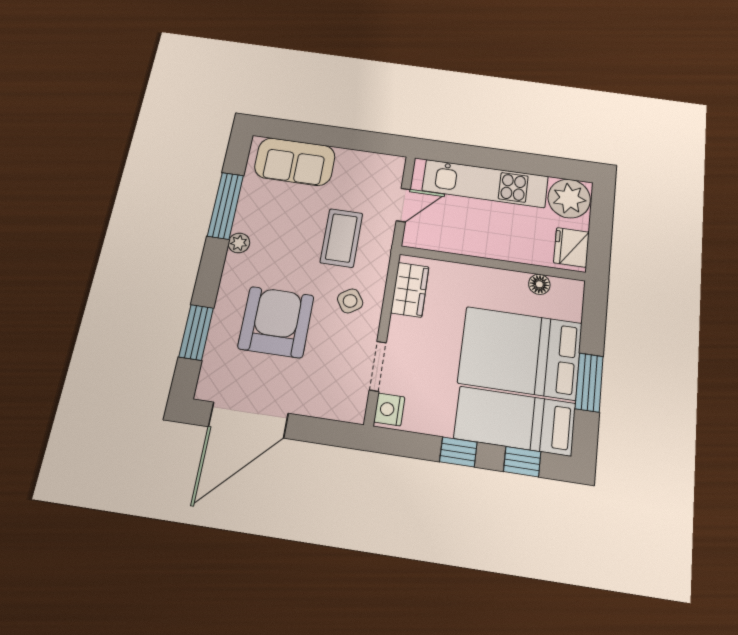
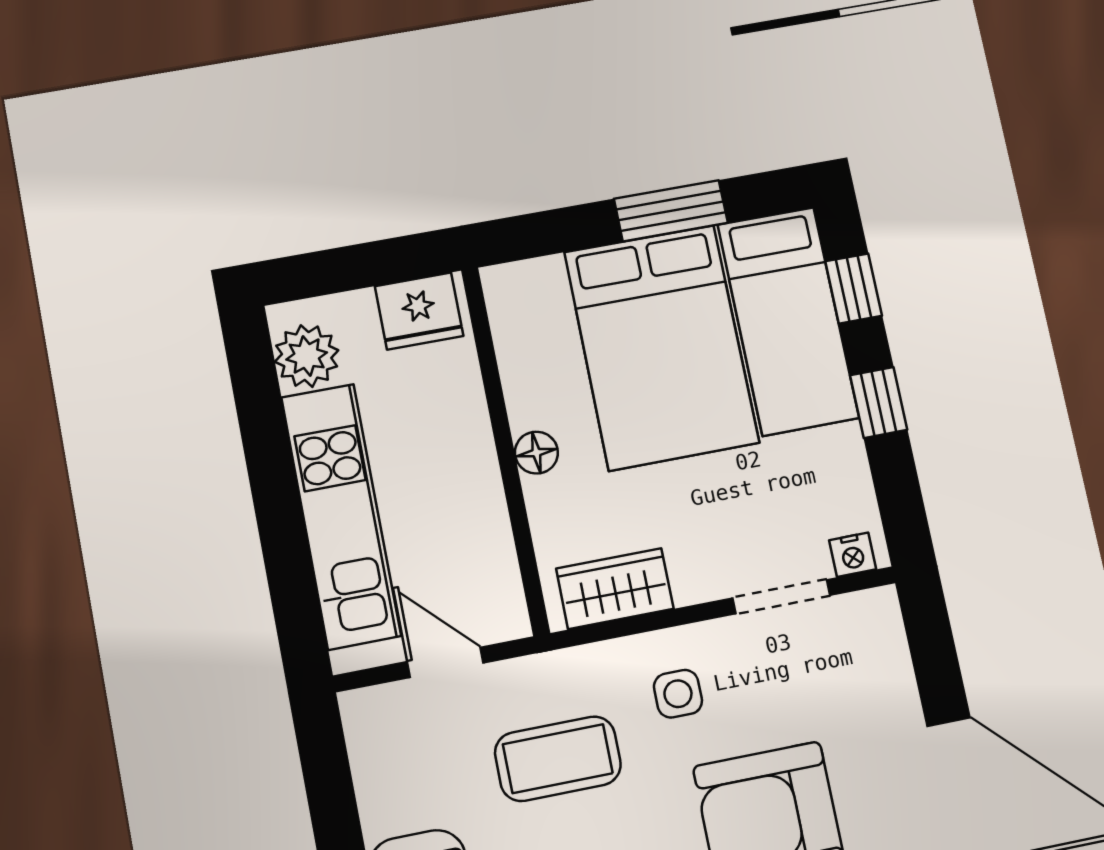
plant: (569, 199) -> (307, 356), width x0.73, depth x0.73
floor lamp: (539, 284) -> (536, 453), moved
side table: (350, 301) -> (678, 694), turned 33
nightstand: (389, 409) -> (853, 555), width x0.72, depth x0.74

